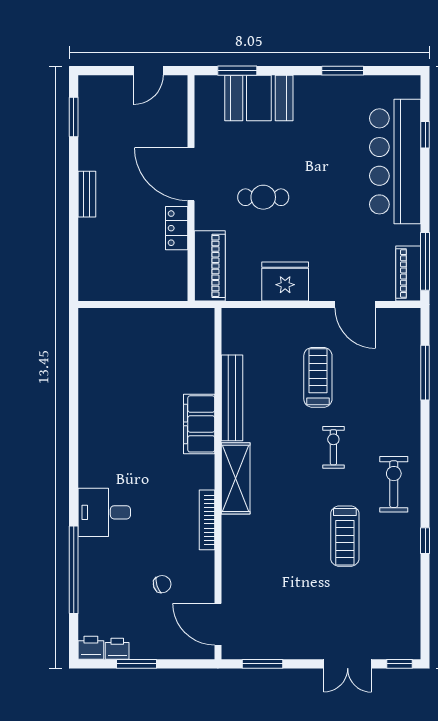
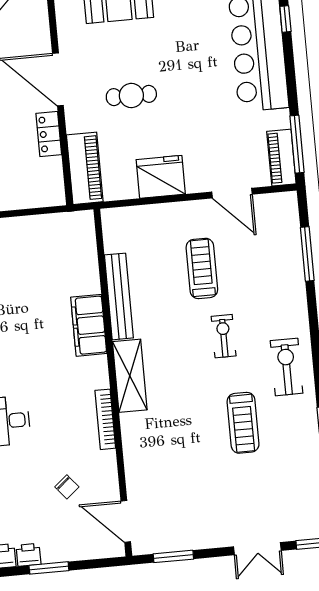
chair: (162, 584) -> (67, 487), turned 68

